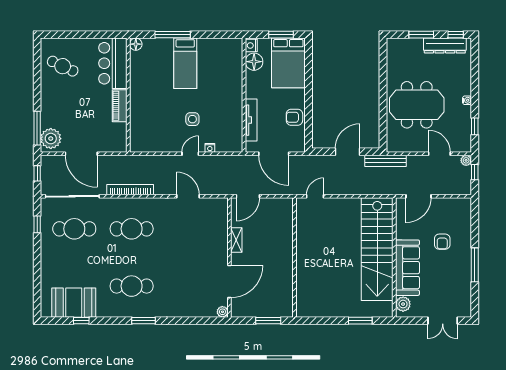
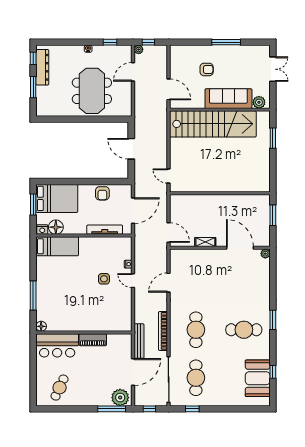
bed: (185, 63) -> (57, 246), moved
bench: (386, 161) -> (139, 341), moved
cafe table: (132, 286) -> (244, 330), turned 90

